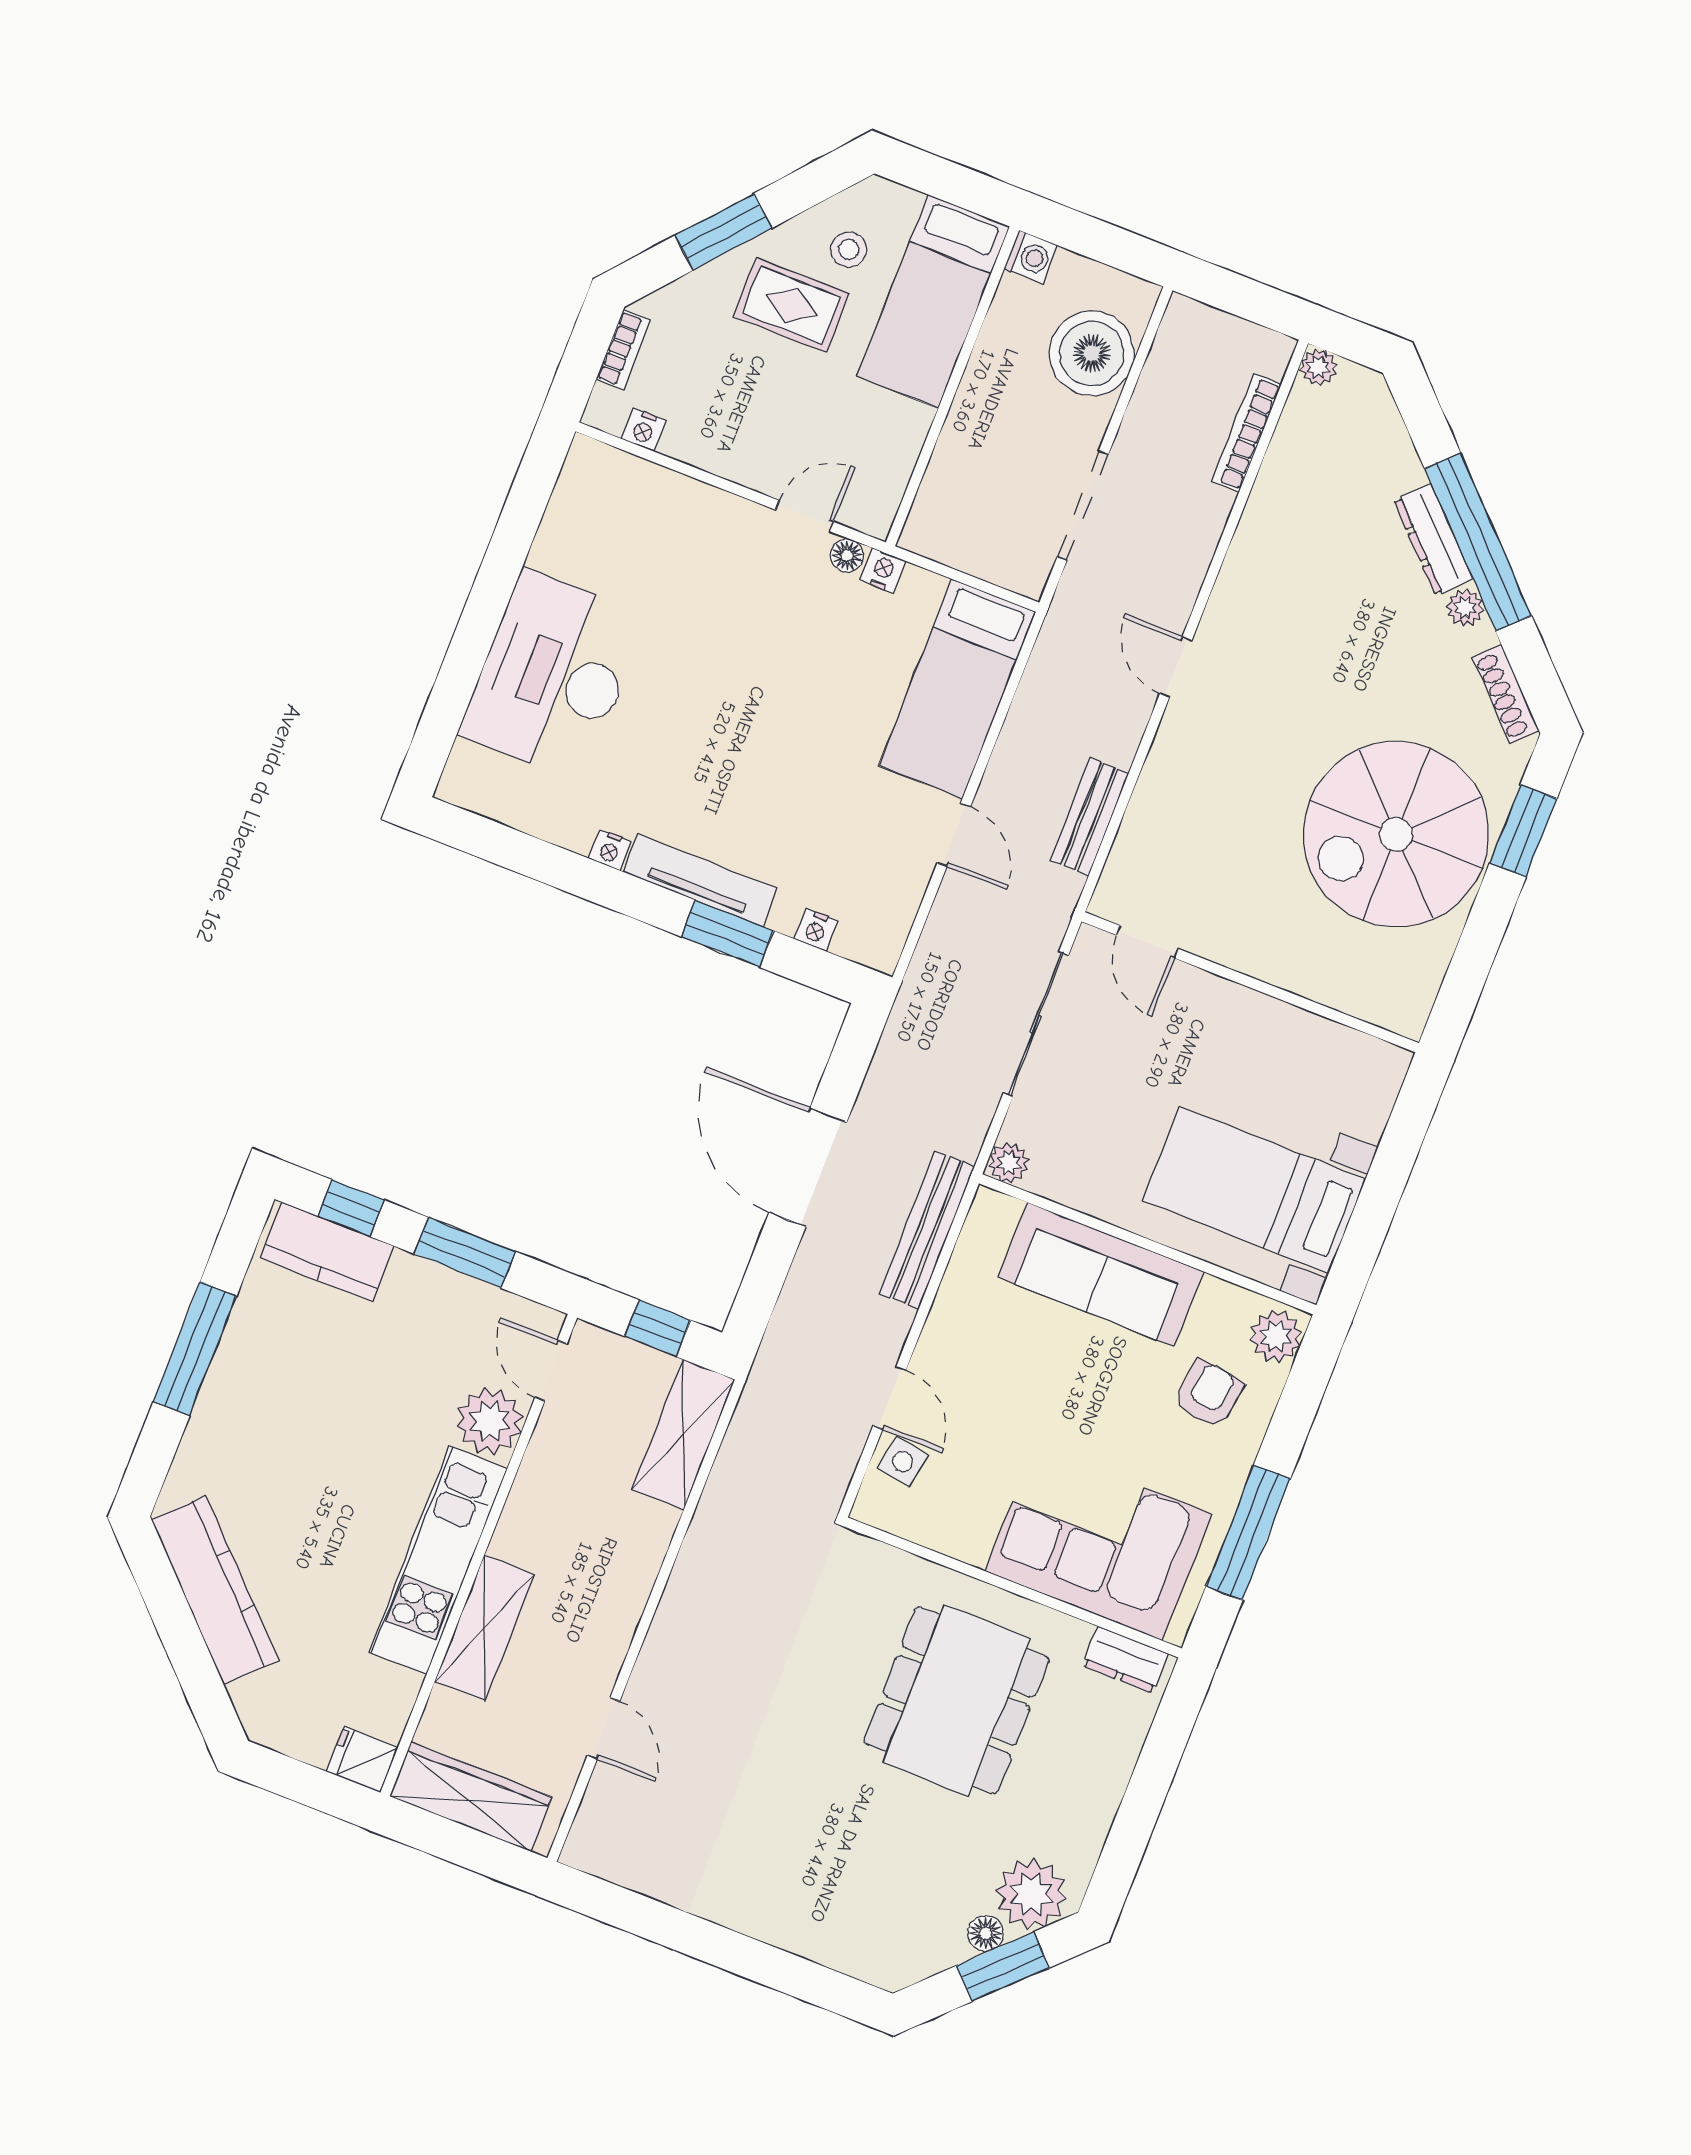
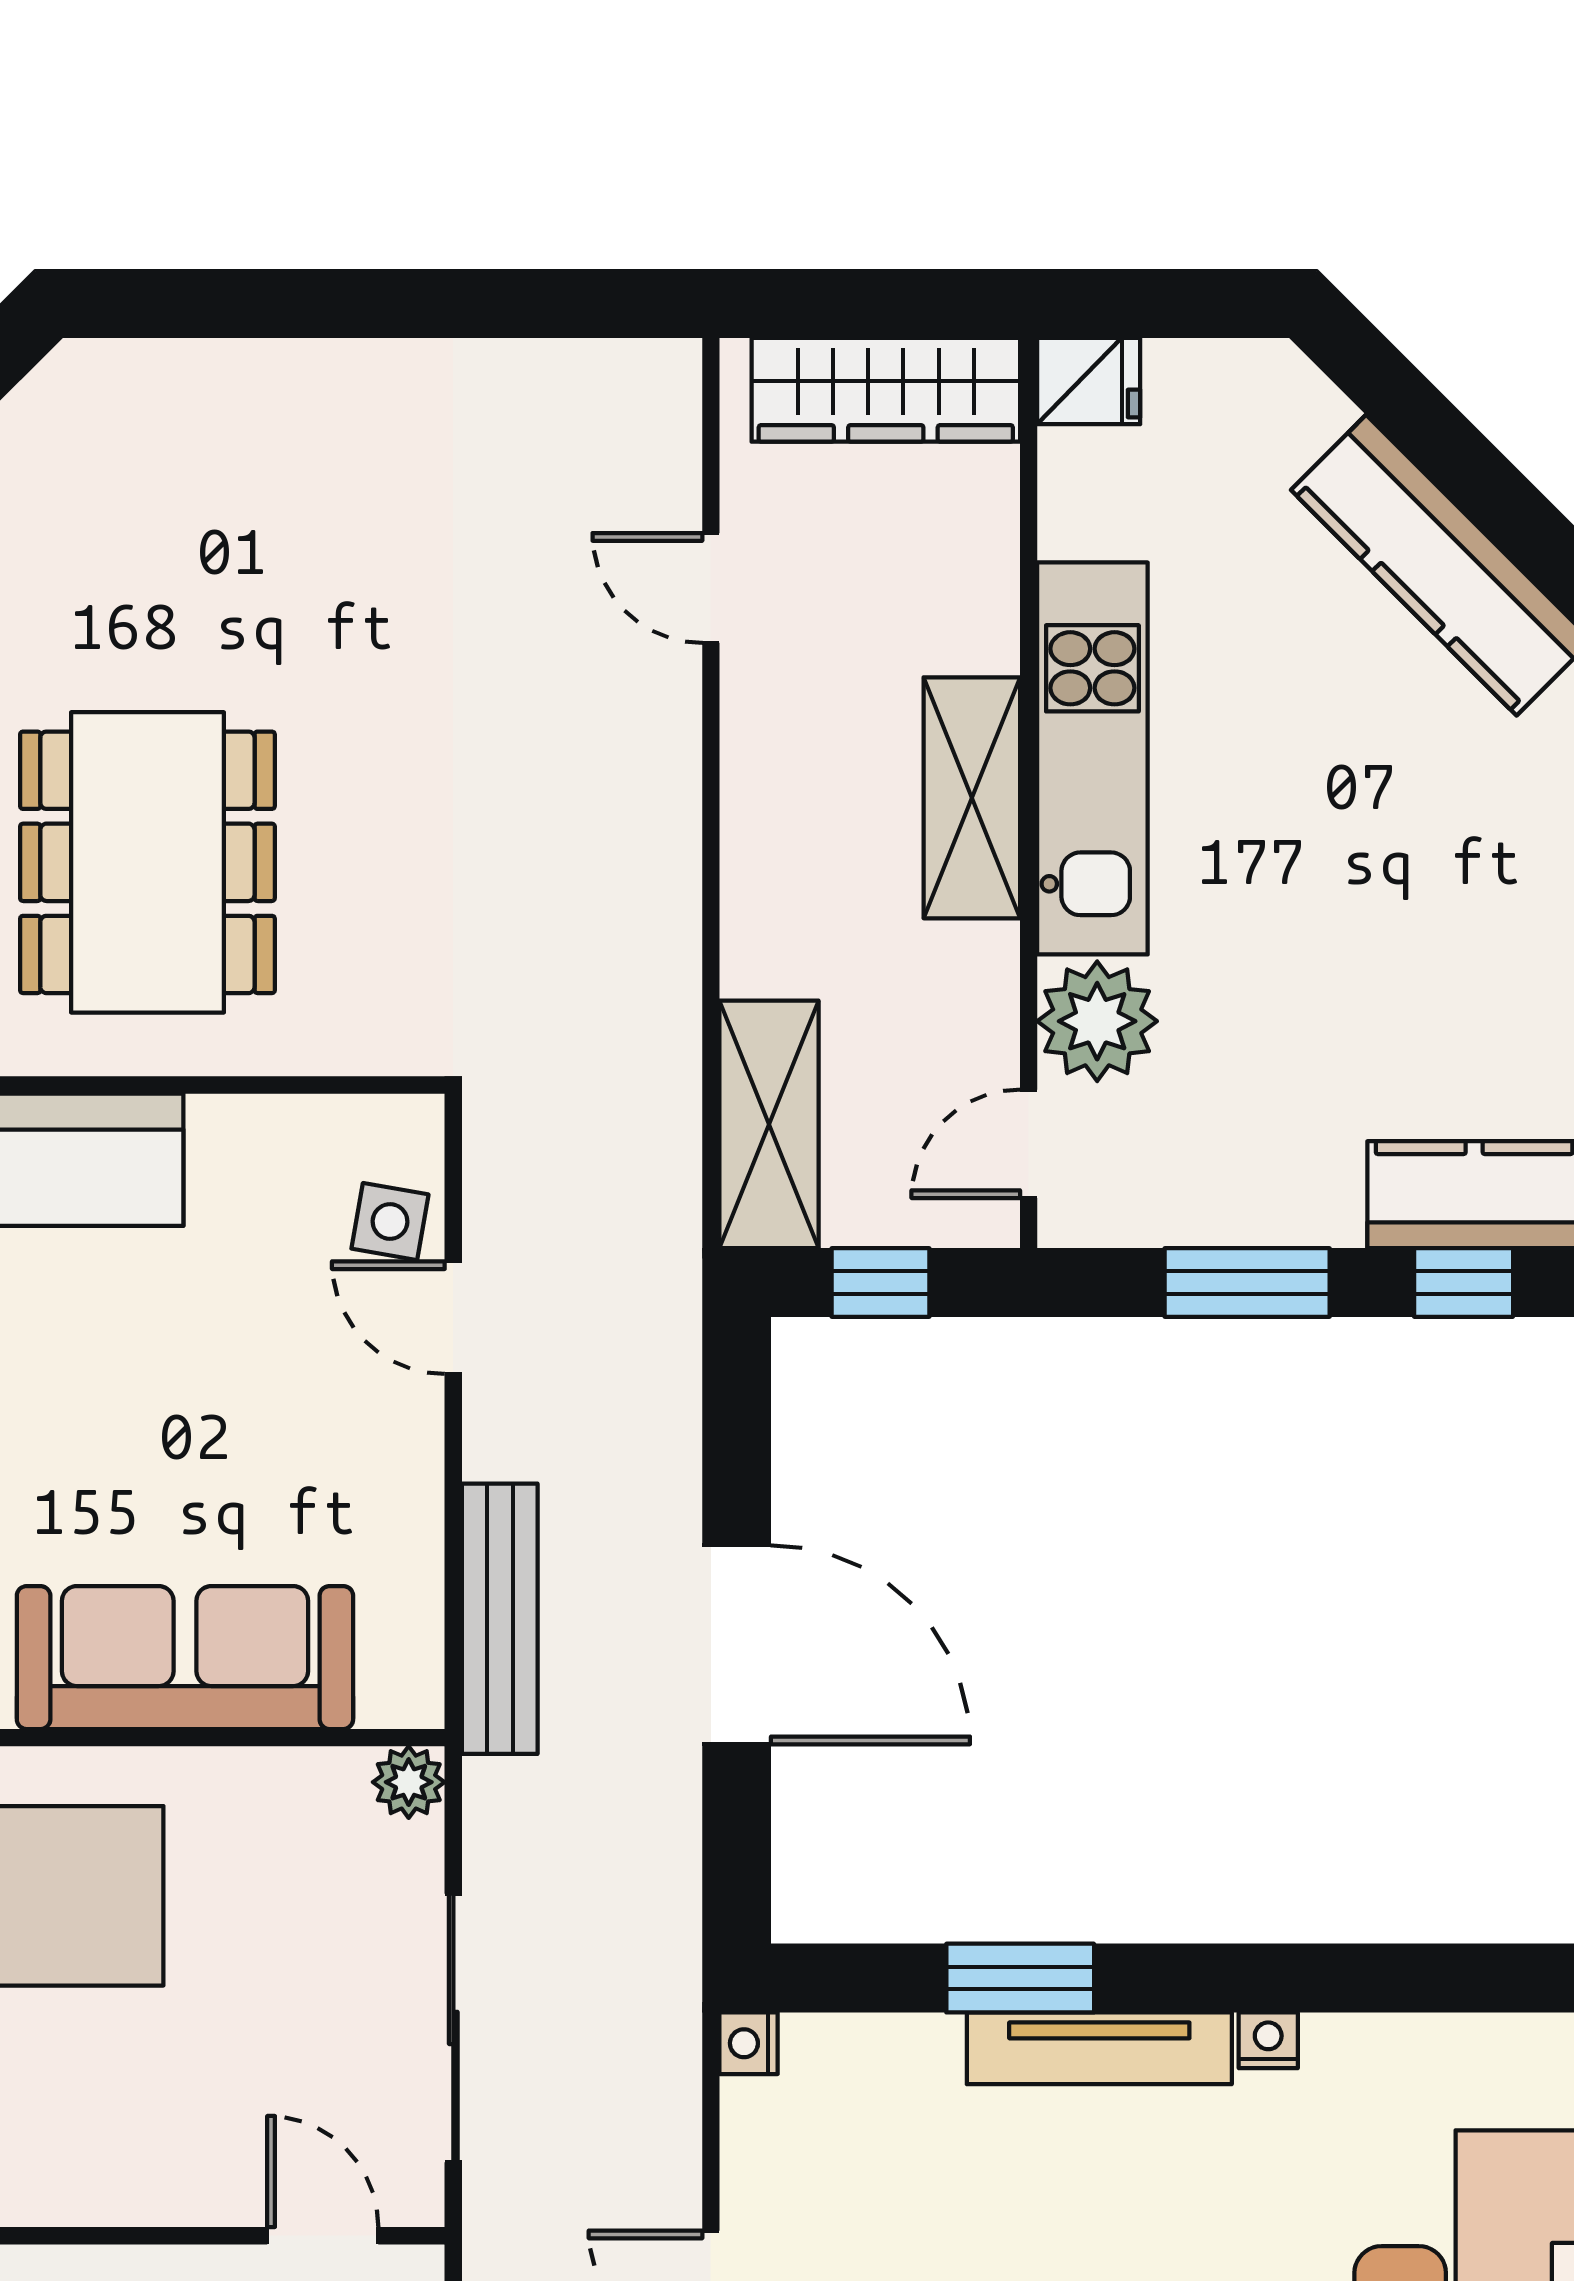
nightstand: (816, 930) -> (749, 2043), moved, turned -90
door: (551, 1371) -> (1029, 1144), swing flipped
shelving: (485, 1628) -> (972, 798), moved

